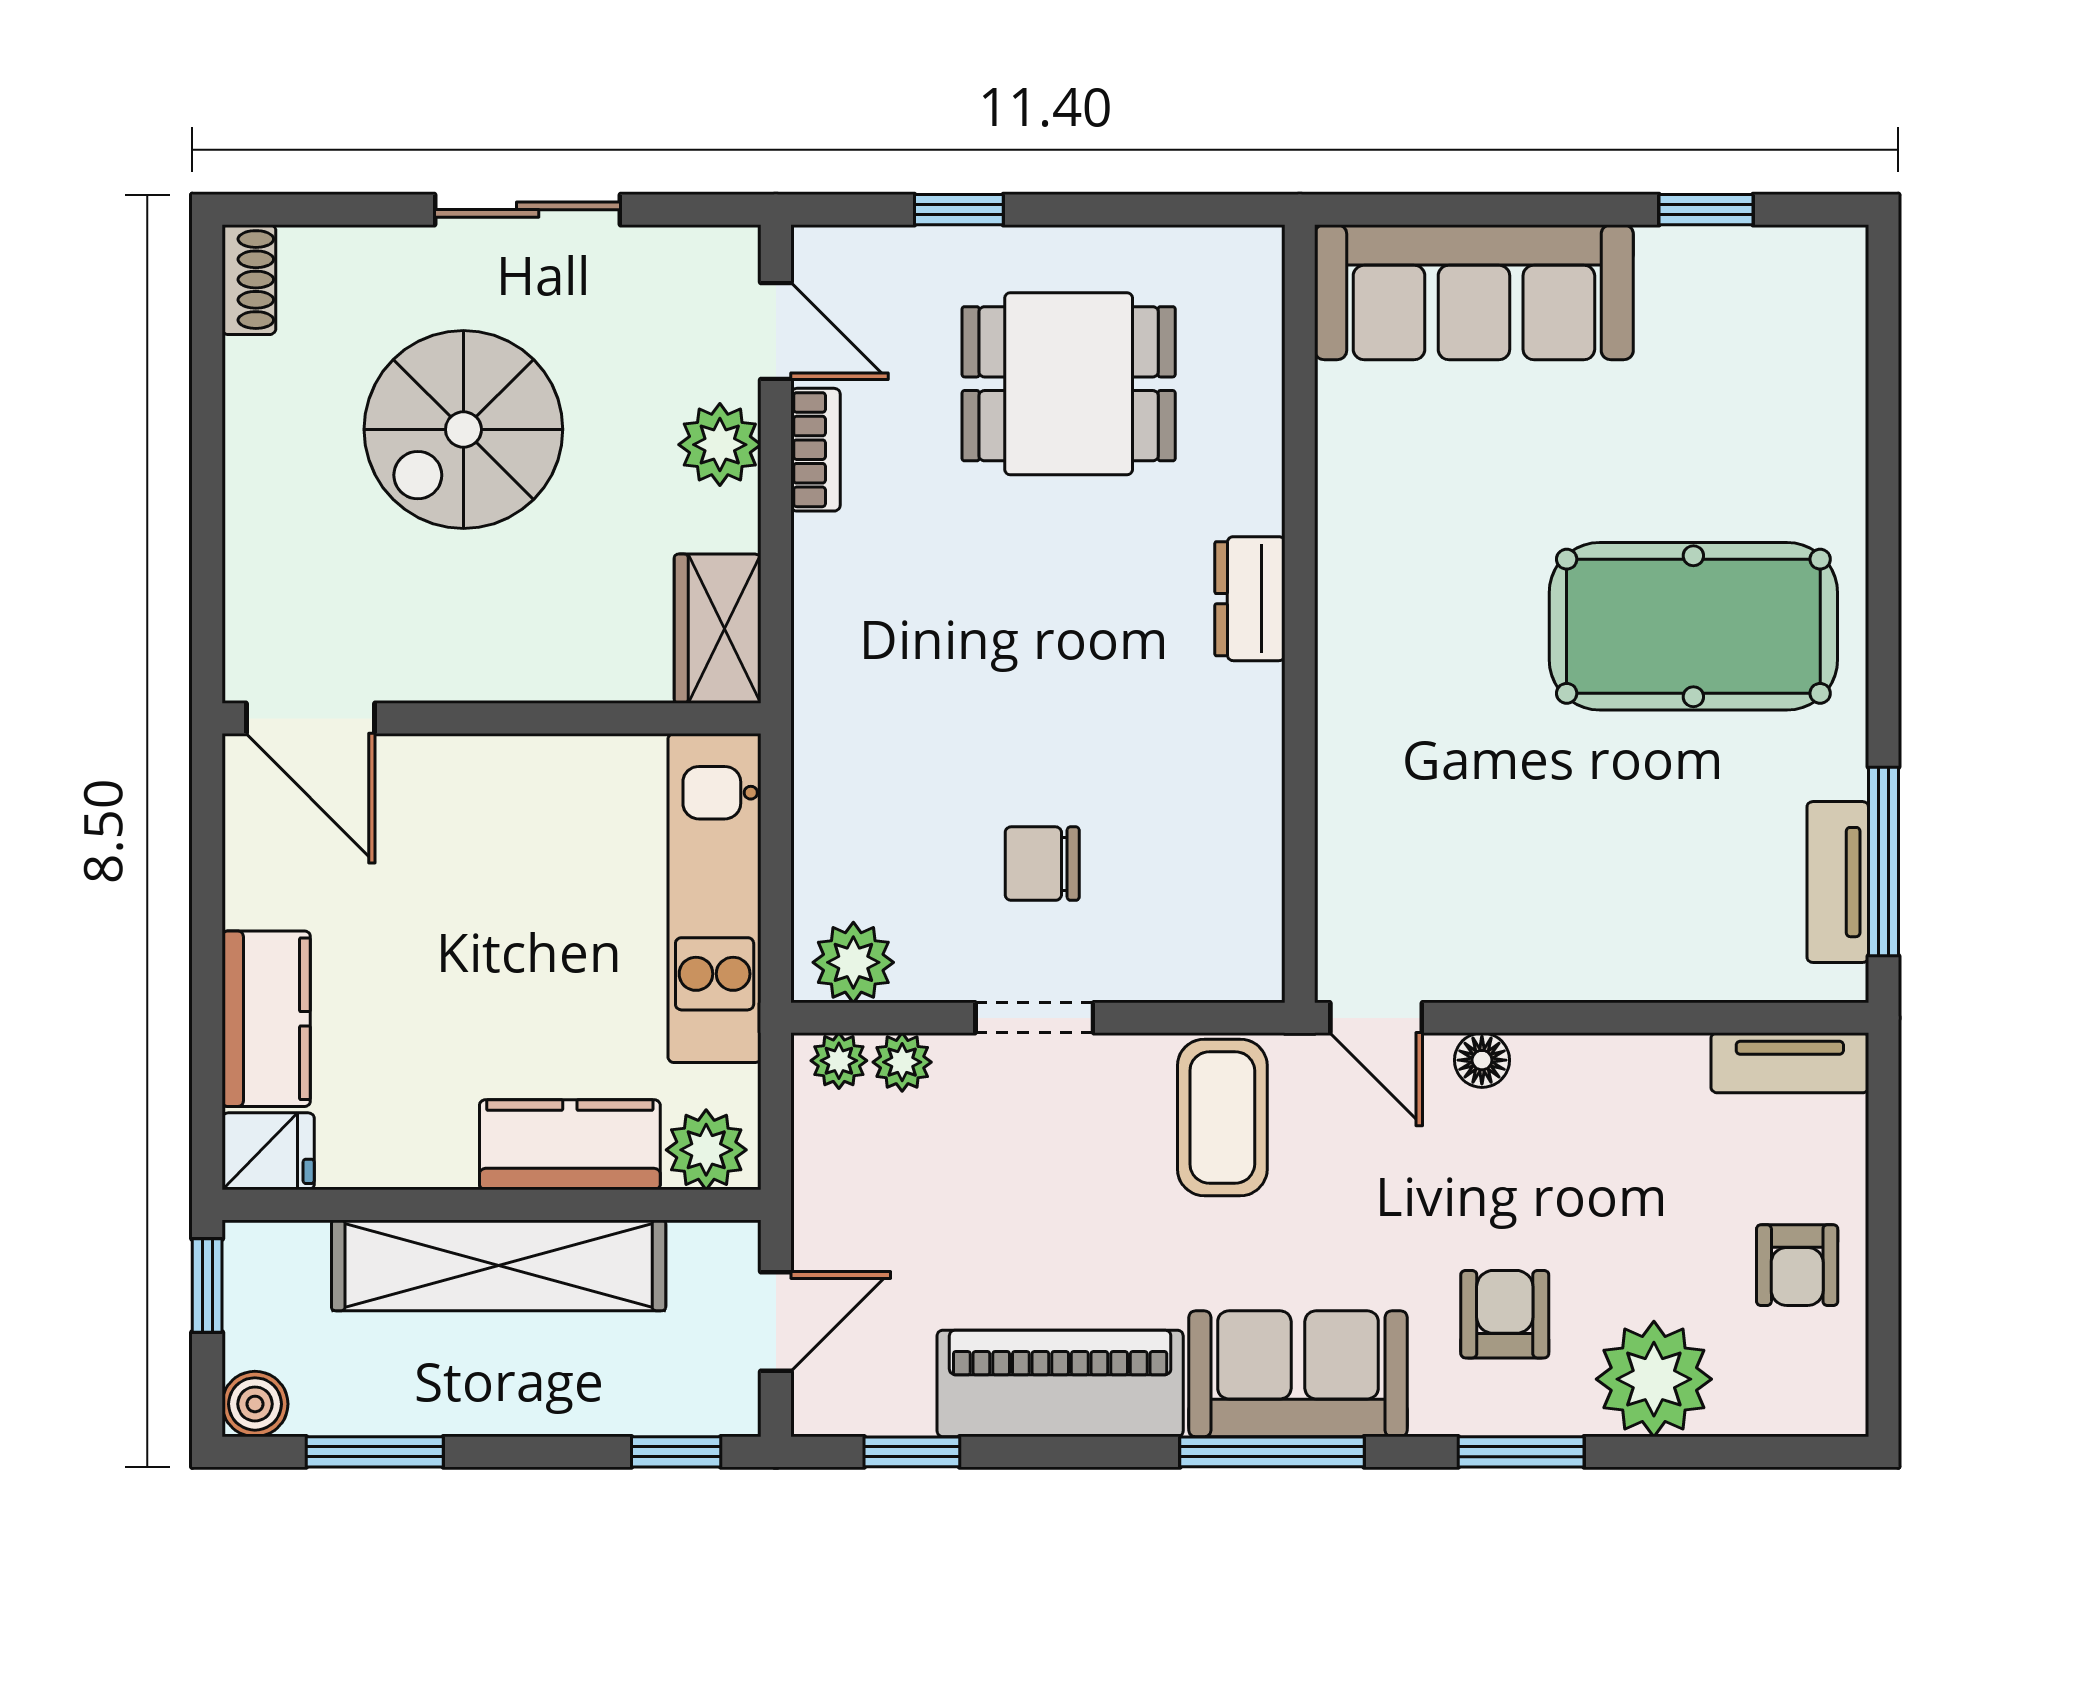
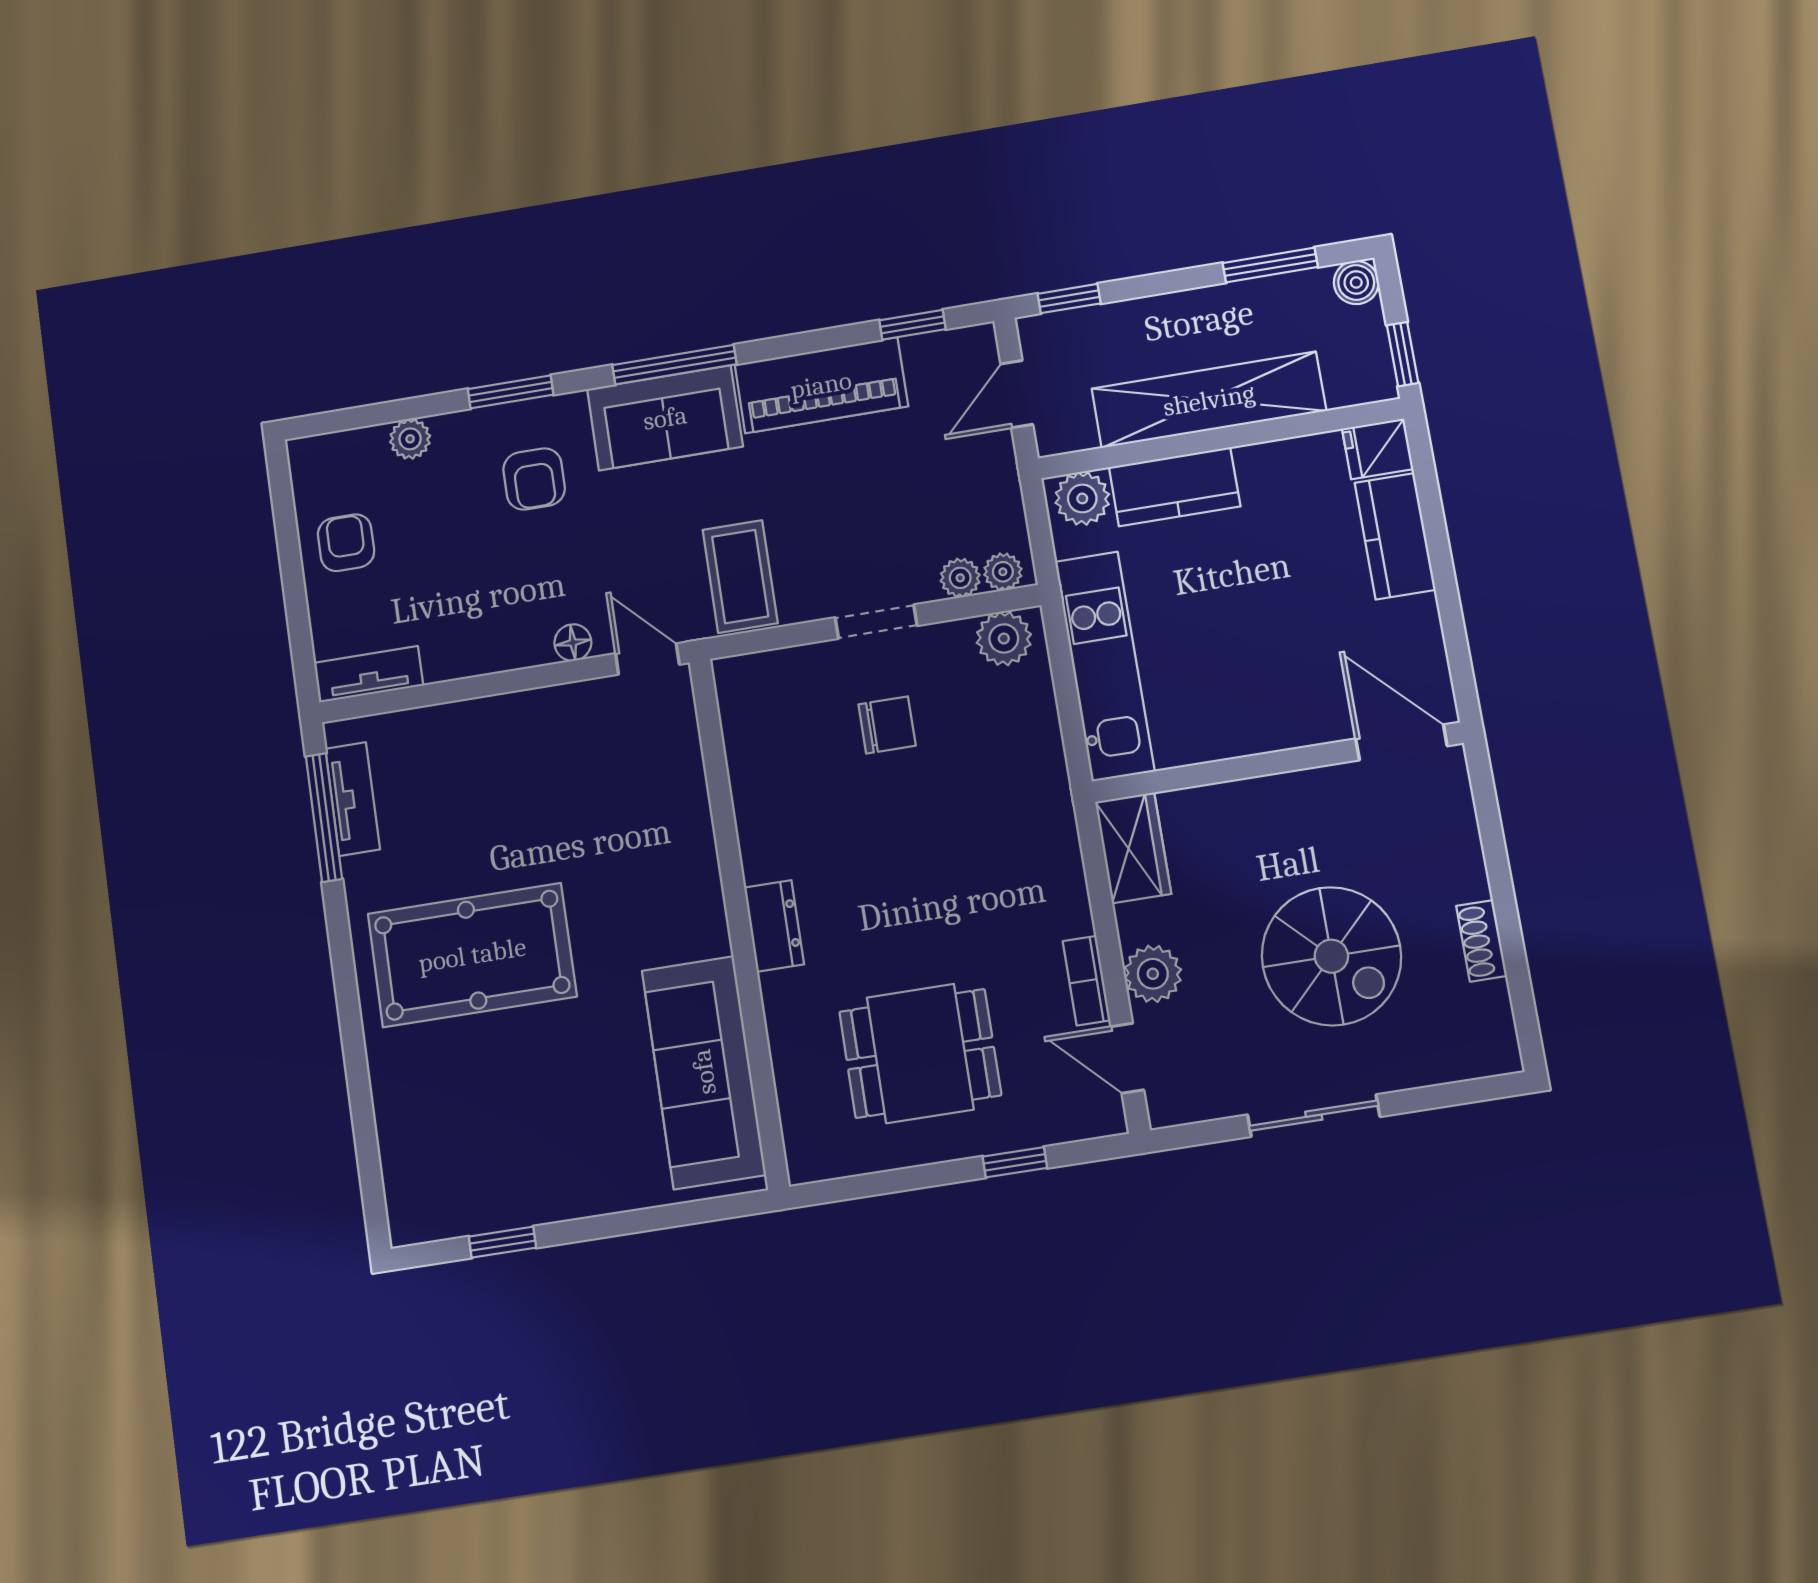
shoe rack: (249, 280) -> (1482, 941), moved
sofa: (1474, 292) -> (704, 1072), moved, turned -90
spiral stairs: (463, 429) -> (1331, 956), turned 90
plant: (1654, 1379) -> (410, 439), width x0.53, depth x0.53

